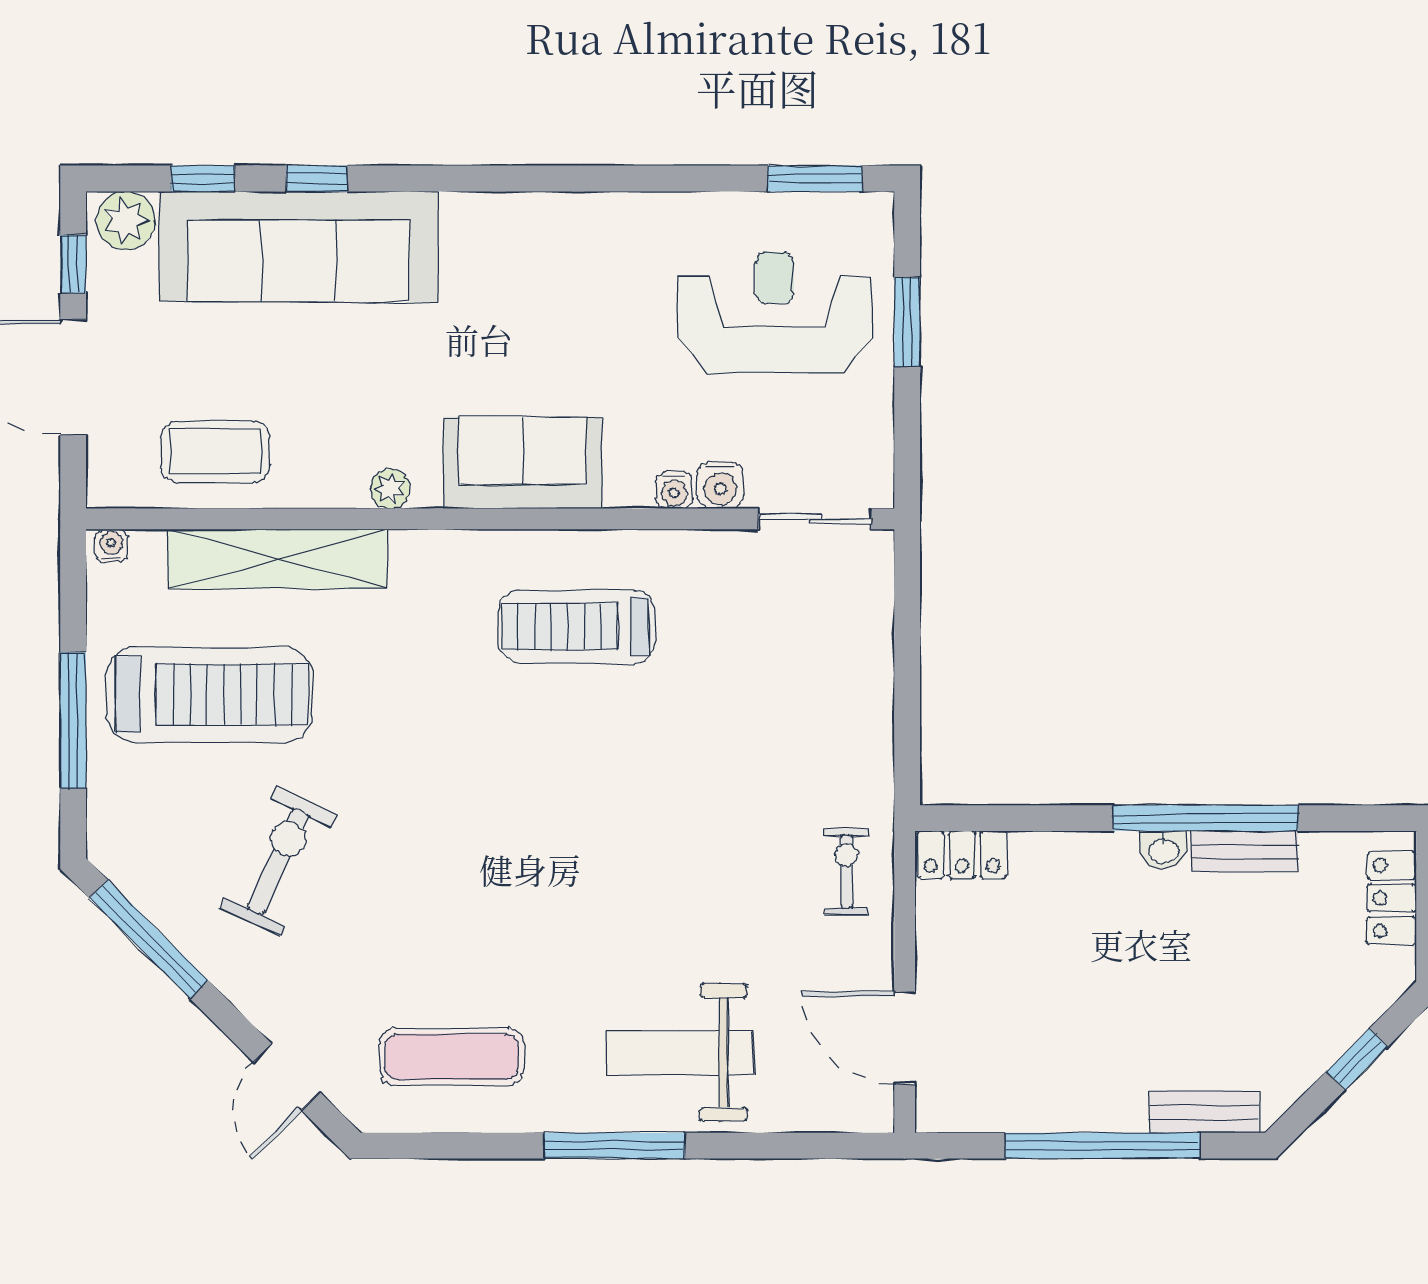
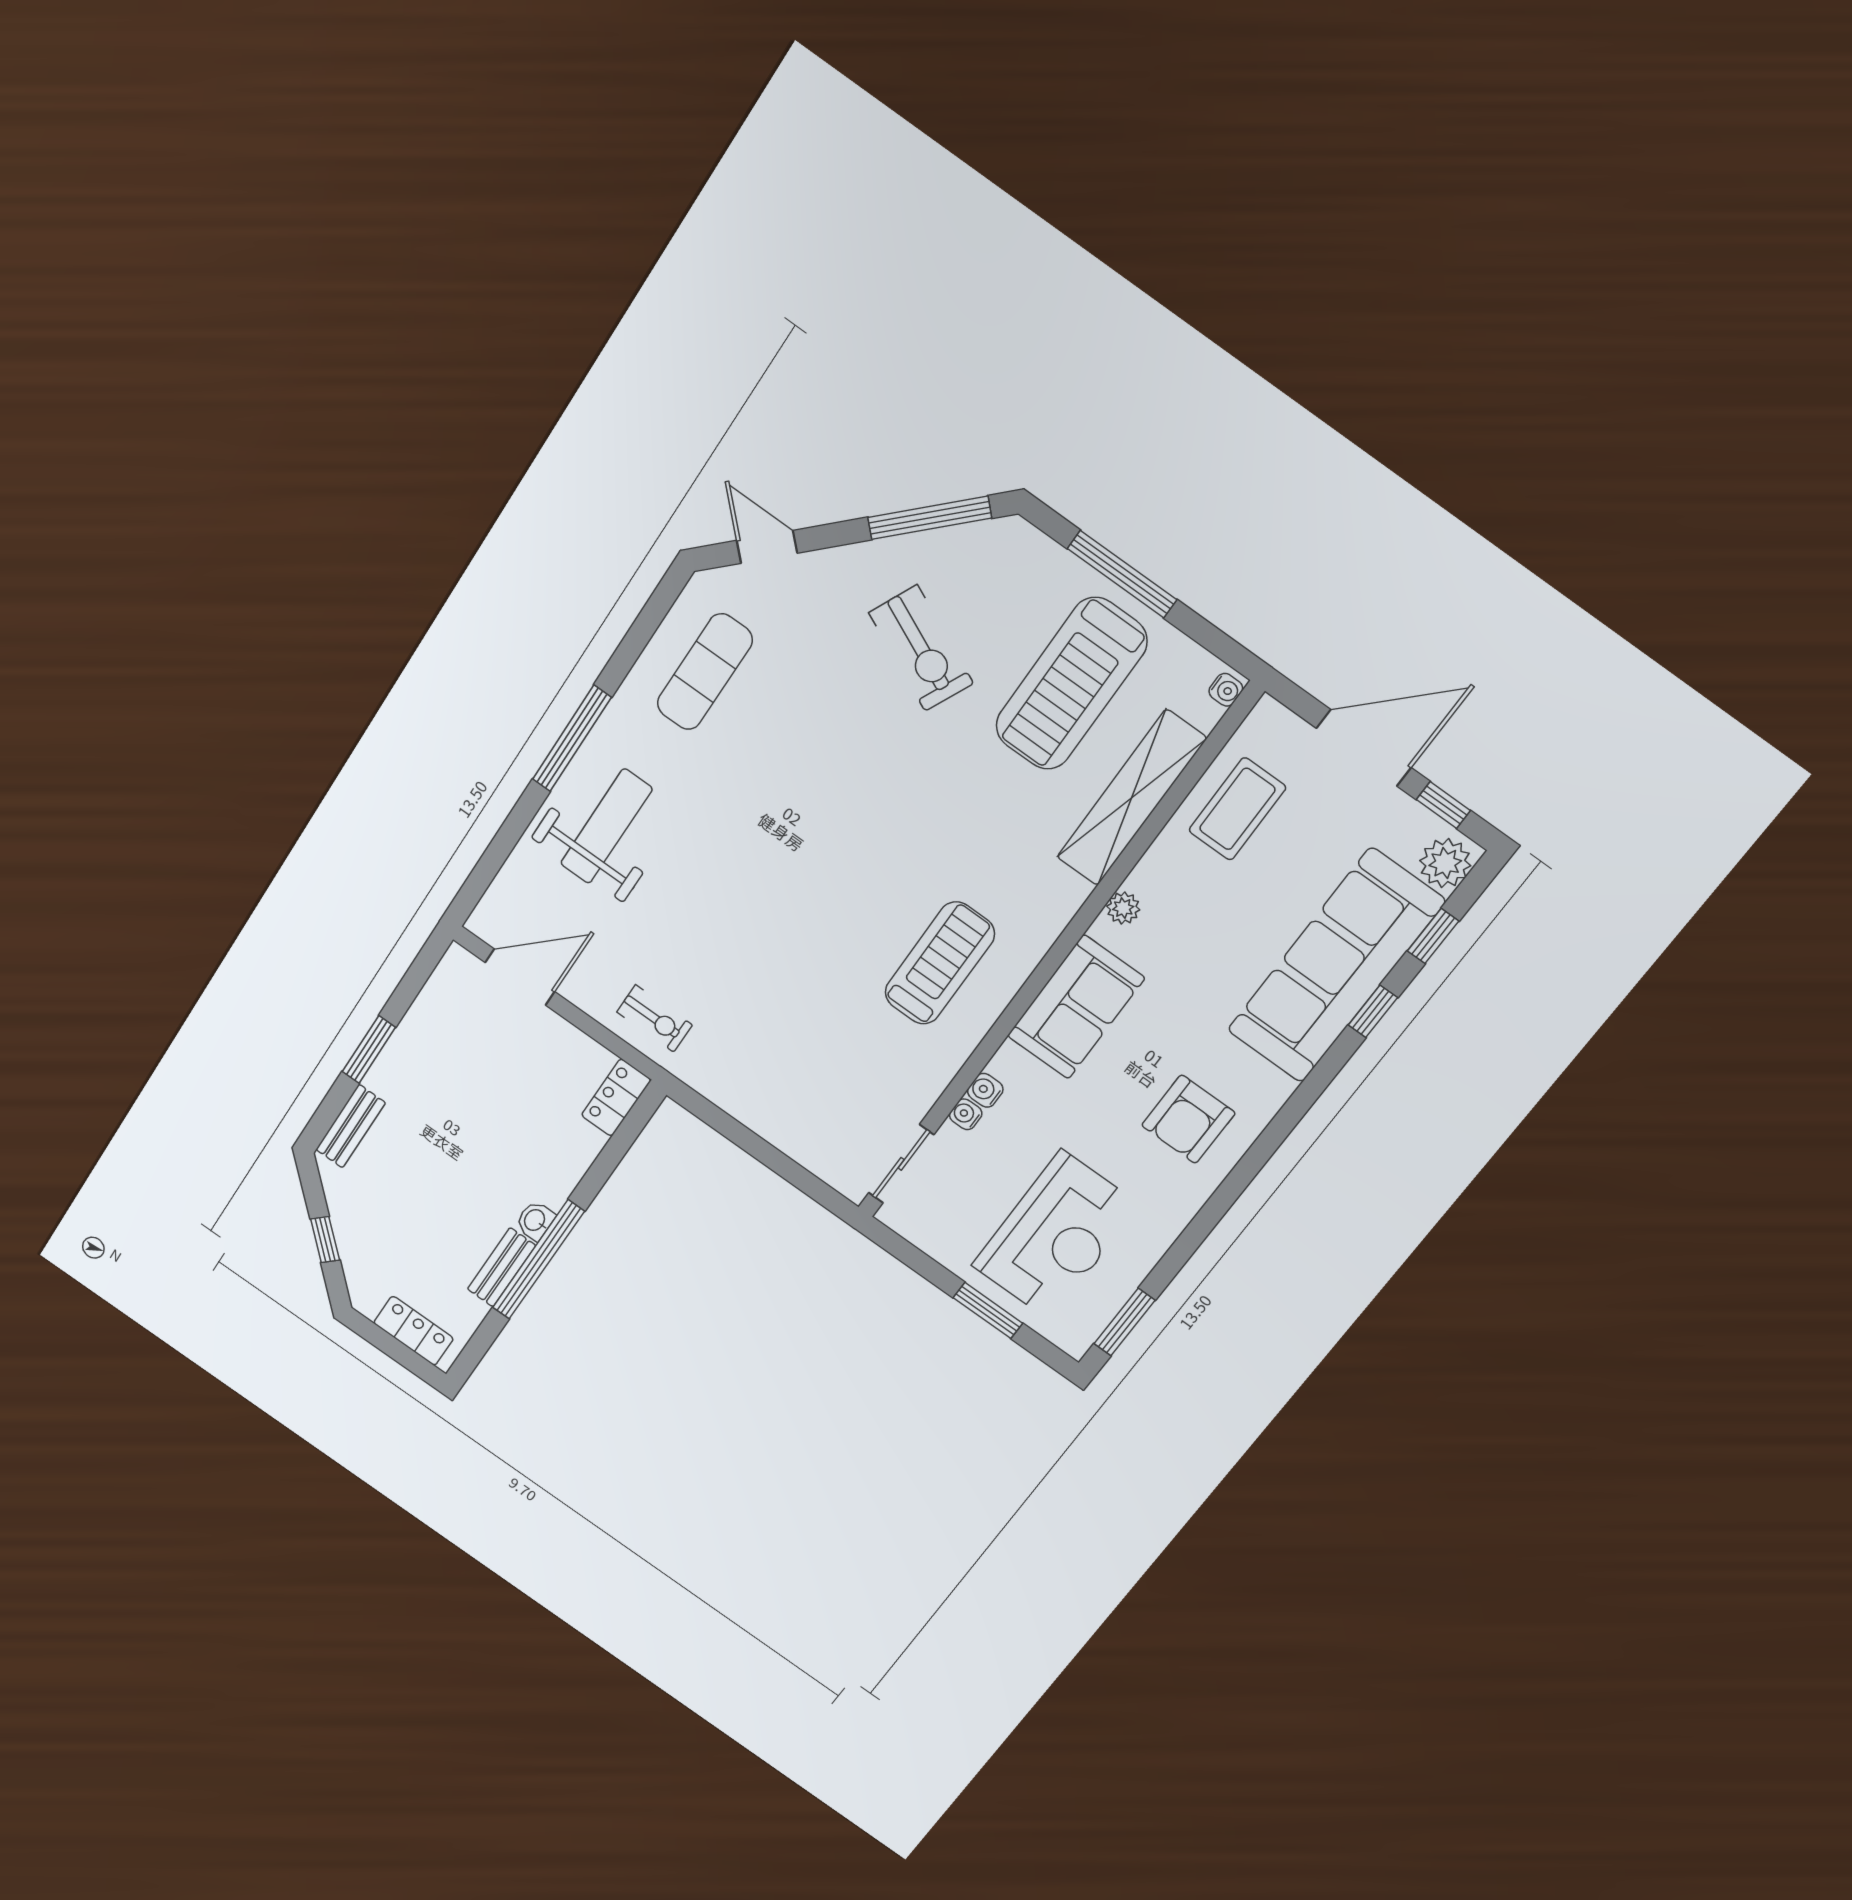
armchair: (555, 272) -> (1188, 1119), added
water cooler: (720, 485) -> (966, 1114), width x0.72, depth x0.72
window: (1102, 1146) -> (369, 1050), width x0.47

